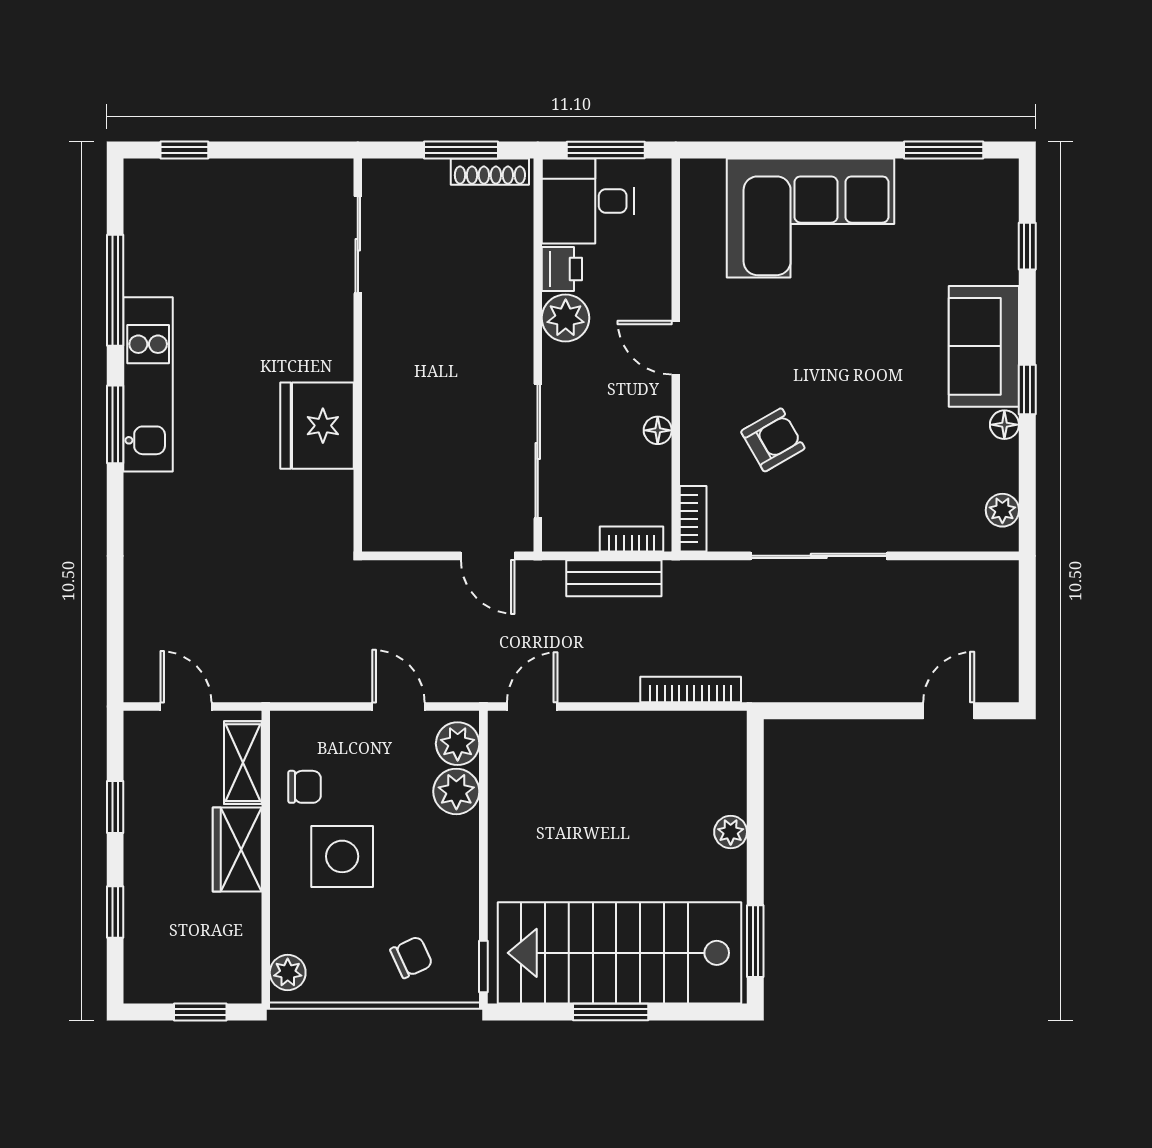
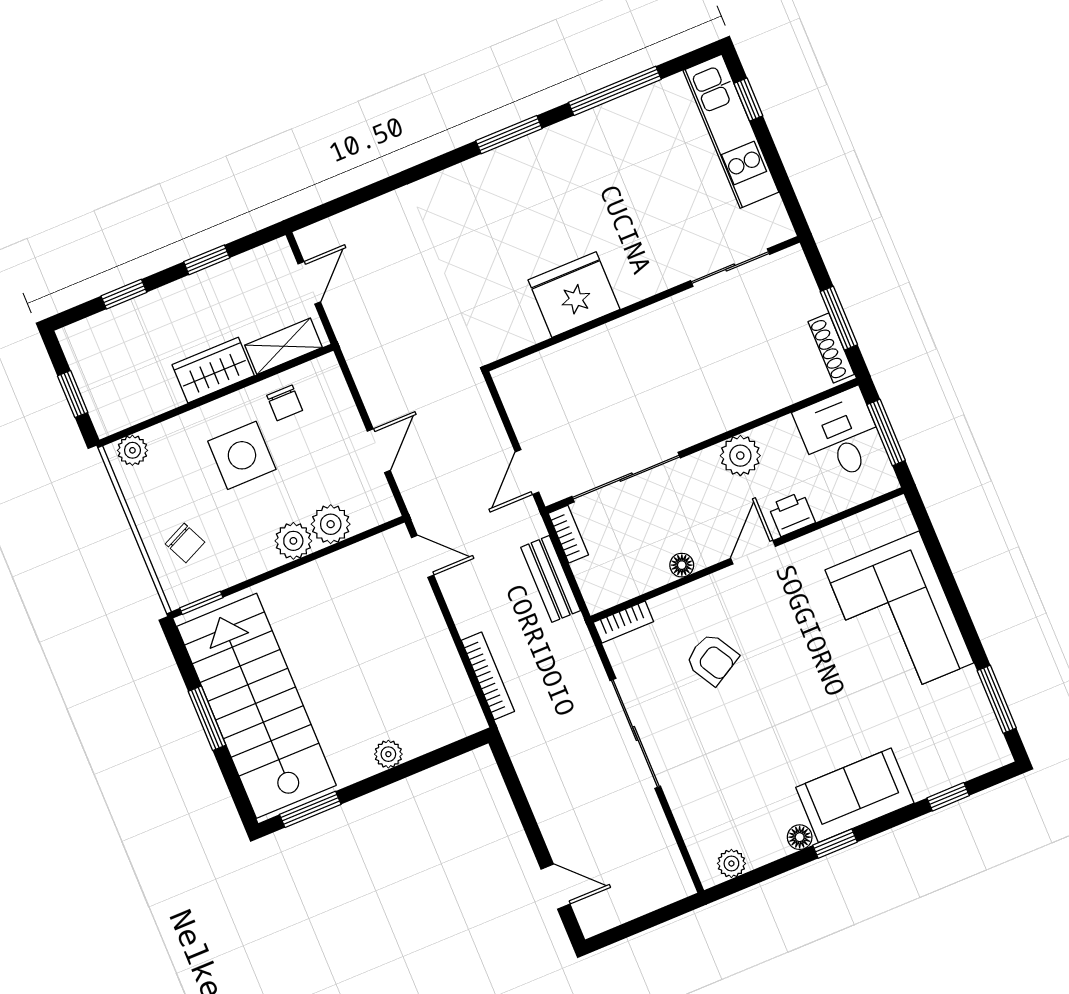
printer: (562, 269) -> (792, 514), moved, turned 180
kitchen unit: (148, 384) -> (731, 131), moved, turned 90
bookcase: (632, 539) -> (568, 534), moved
plant: (458, 744) -> (293, 541), moved

